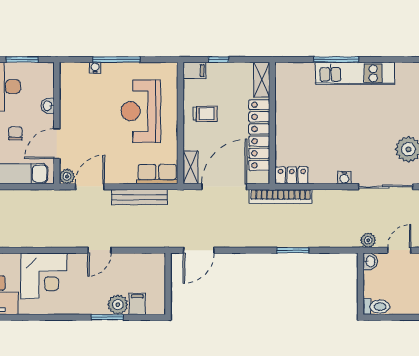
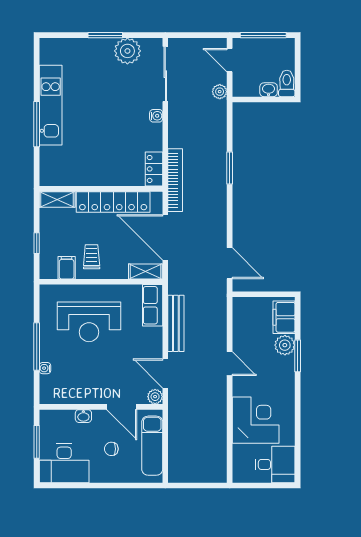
filing cabinet: (194, 71) -> (67, 268), moved
washbasin: (370, 261) -> (269, 90), moved
filing cabinet: (137, 304) -> (284, 317), width x2.00

